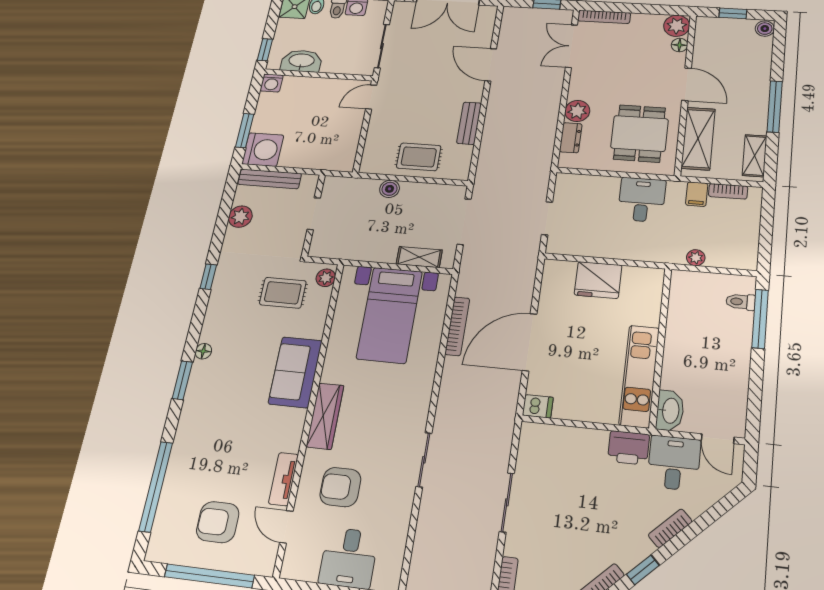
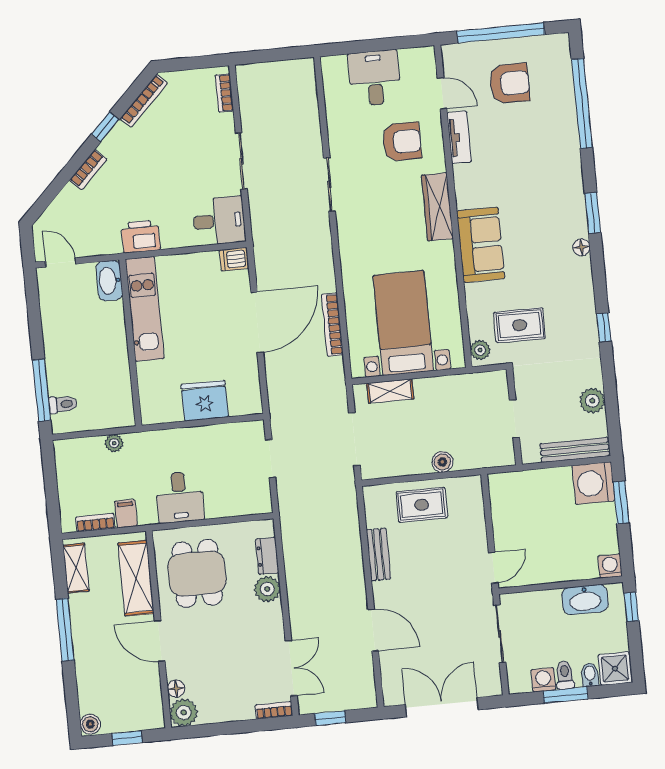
bookcase: (604, 17) -> (274, 710), width x0.64
desk: (674, 463) -> (219, 221), moved, turned -90

